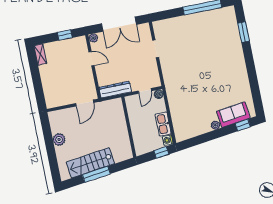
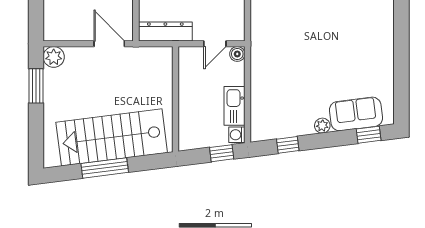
door: (85, 103) -> (109, 44), swing flipped
window: (48, 135) -> (36, 86), added
plant: (59, 140) -> (54, 57), moved
window: (198, 140) -> (288, 145), added
stairs: (90, 163) -> (112, 137), width x1.36, depth x1.51

